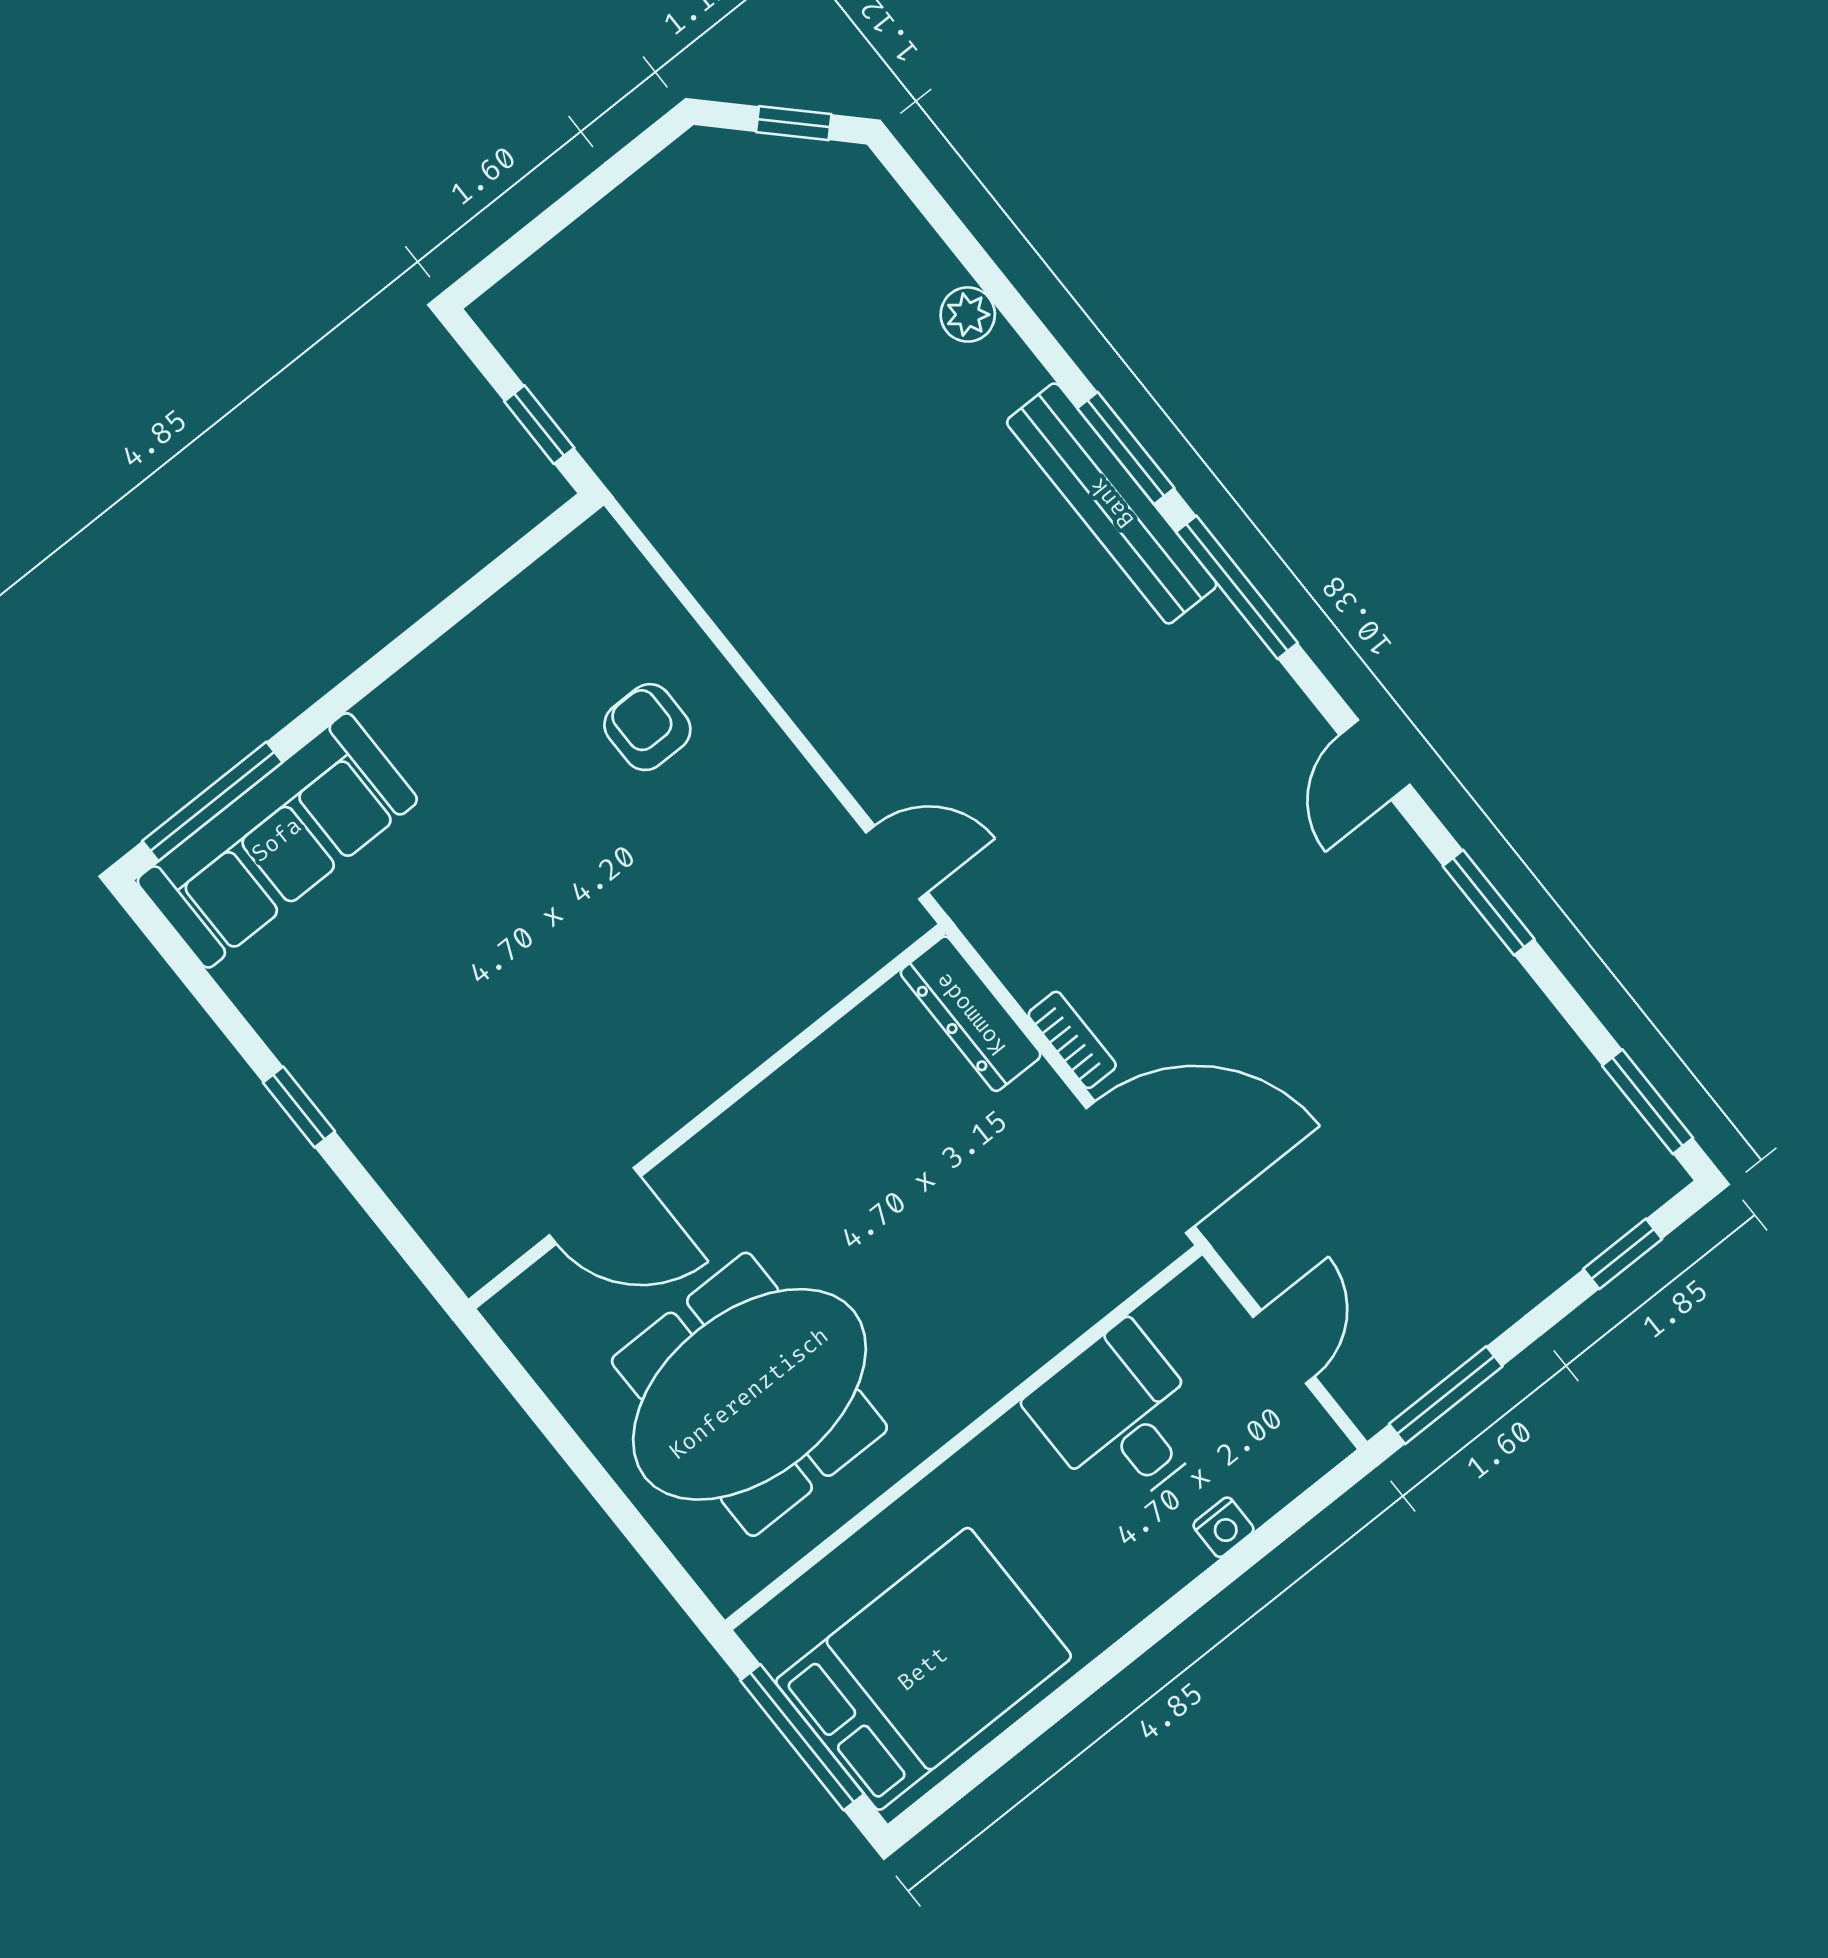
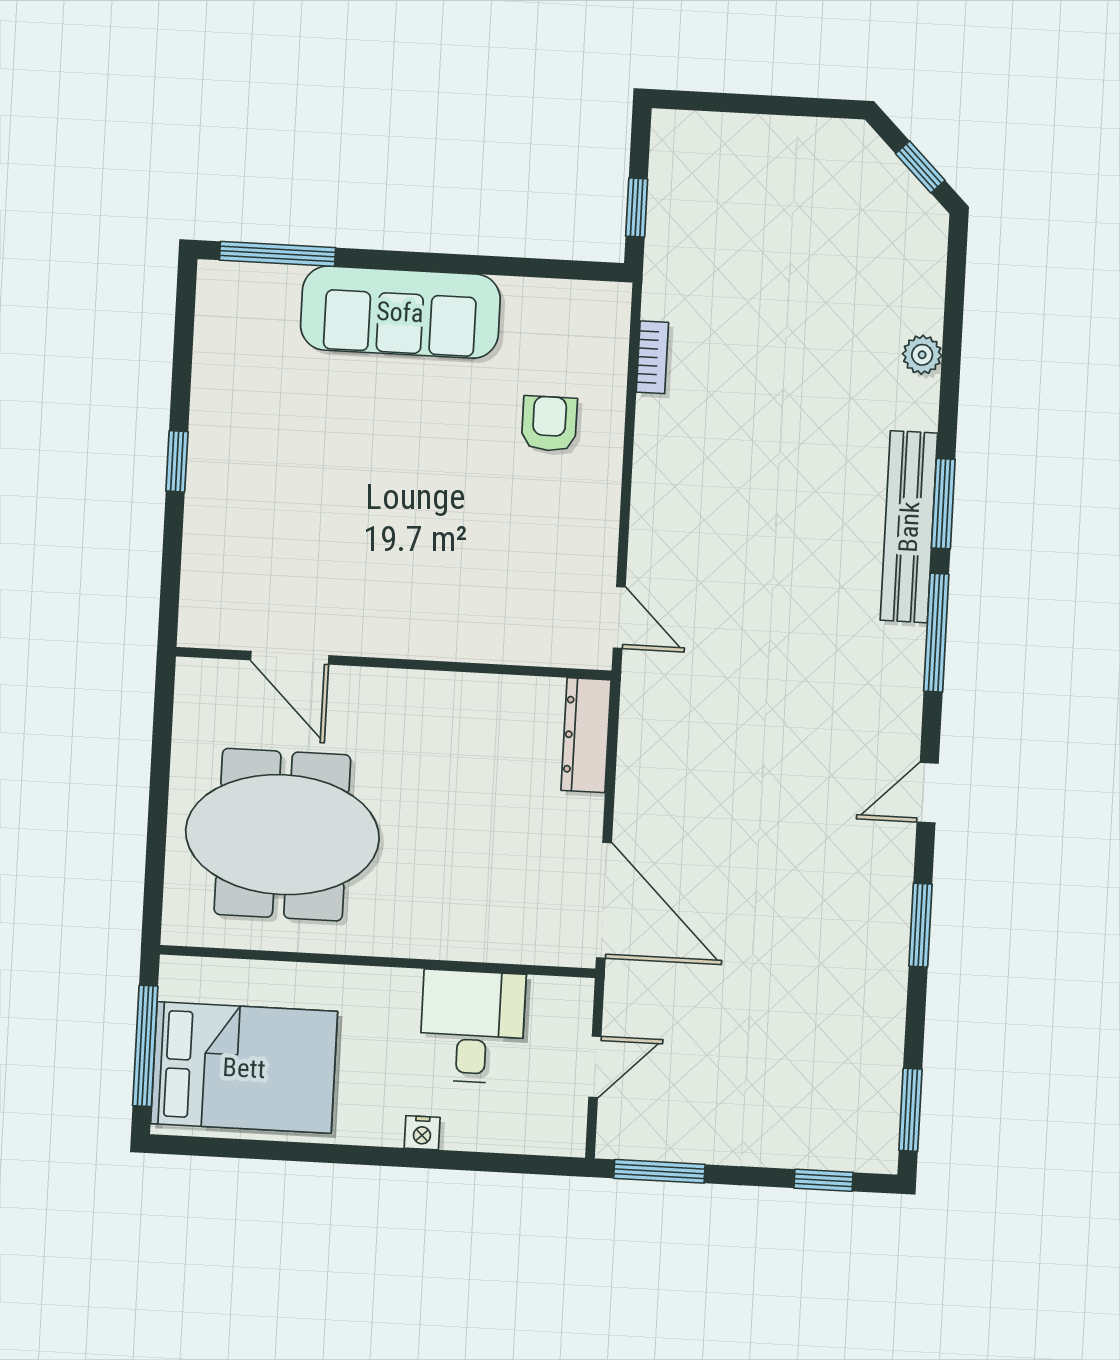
sofa: (277, 840) -> (400, 312), moved
bookcase: (1072, 1040) -> (652, 357), moved
nightstand: (1223, 1527) -> (422, 1133), moved

